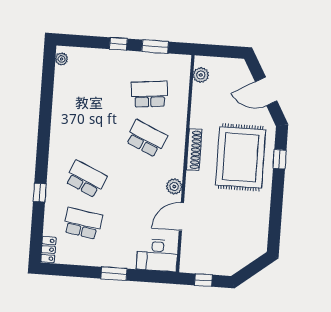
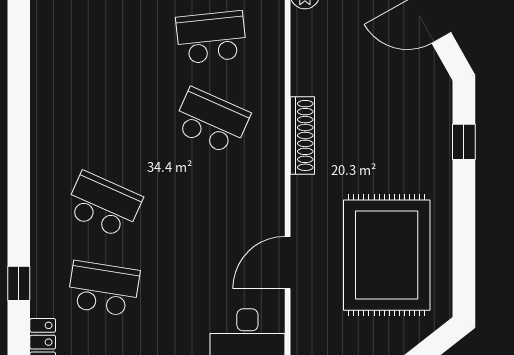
rug: (241, 157) -> (387, 255), moved
plant: (174, 187) -> (270, 207), removed
window: (40, 193) -> (19, 283), moved

